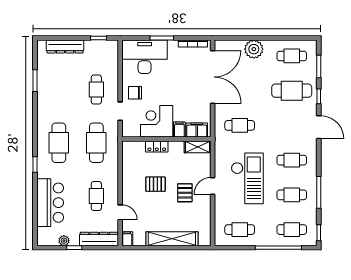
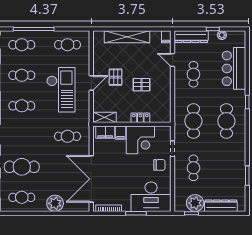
plant: (94, 49) -> (195, 203), added
checkout: (247, 178) -> (61, 90), turned 180

